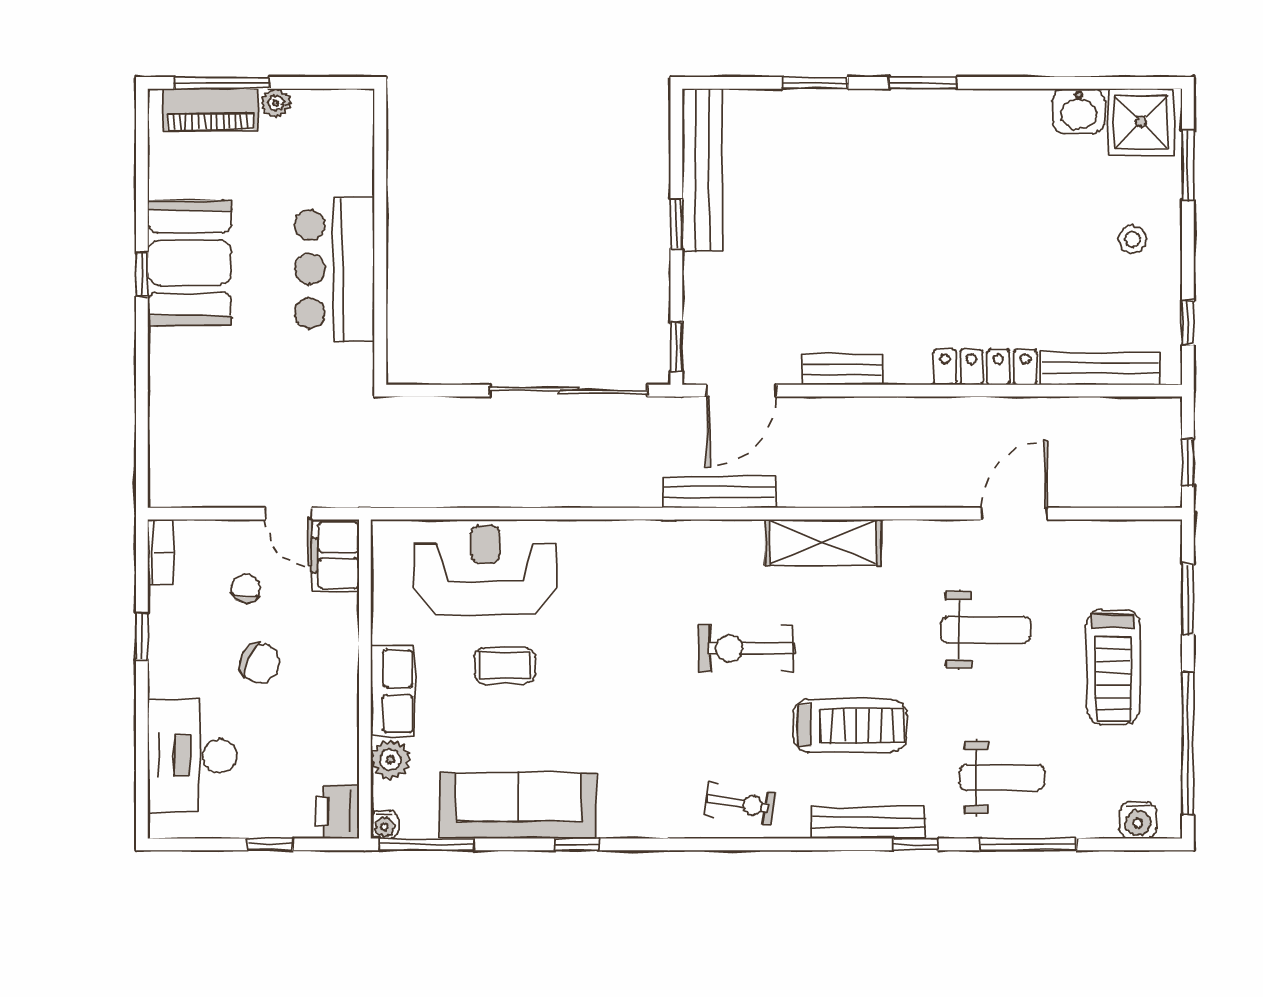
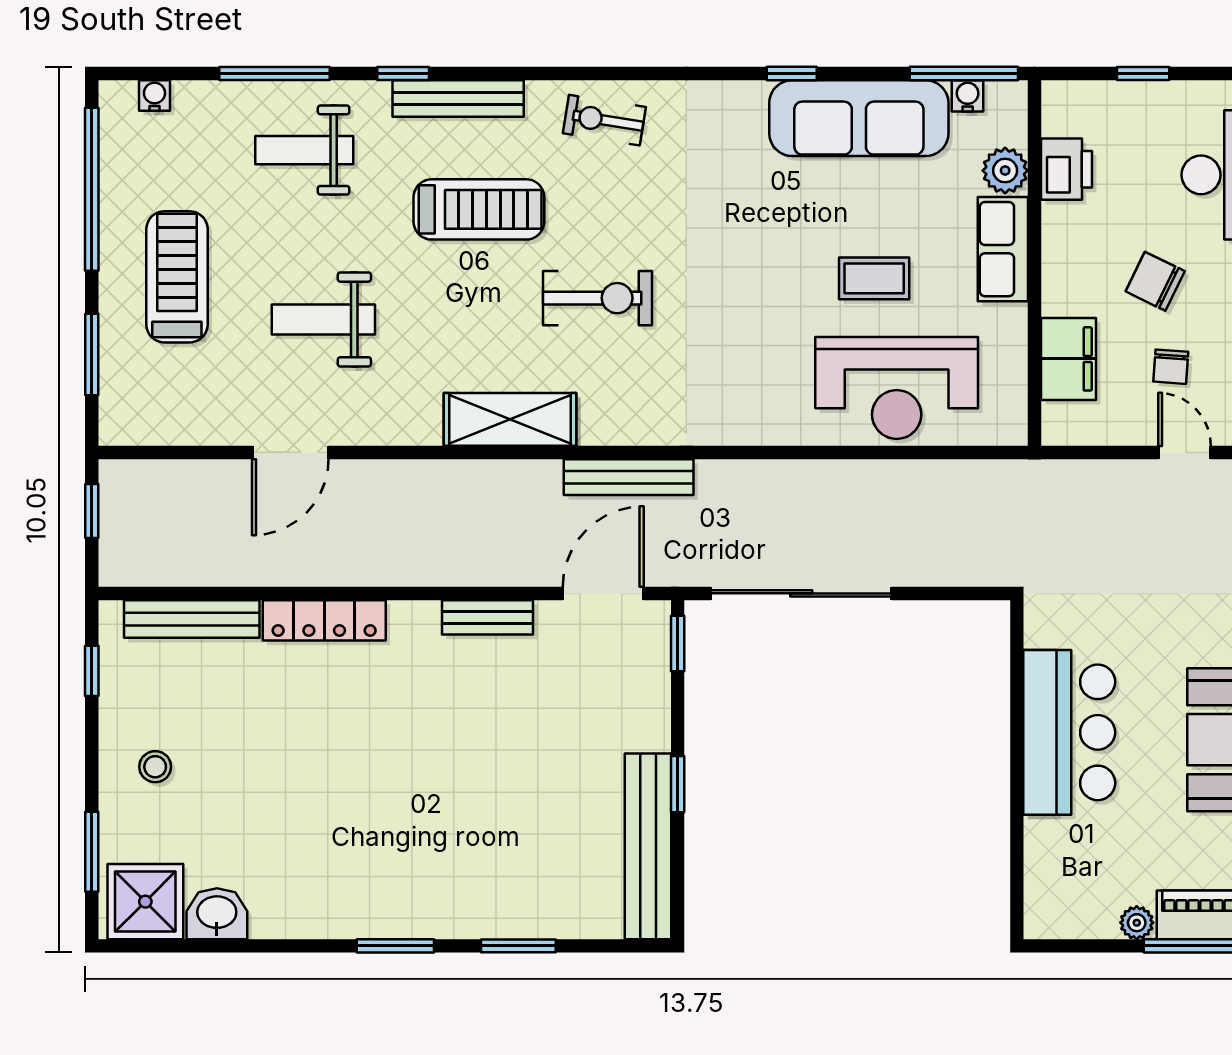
door: (288, 514) -> (1185, 452), moved
filing cabinet: (335, 555) -> (1069, 359), moved
treadmill: (850, 726) -> (479, 209), turned 180
printer: (337, 812) -> (1067, 169), moved
water cooler: (1138, 820) -> (155, 95), width x0.72, depth x0.72
water cooler: (384, 825) -> (968, 96), moved

